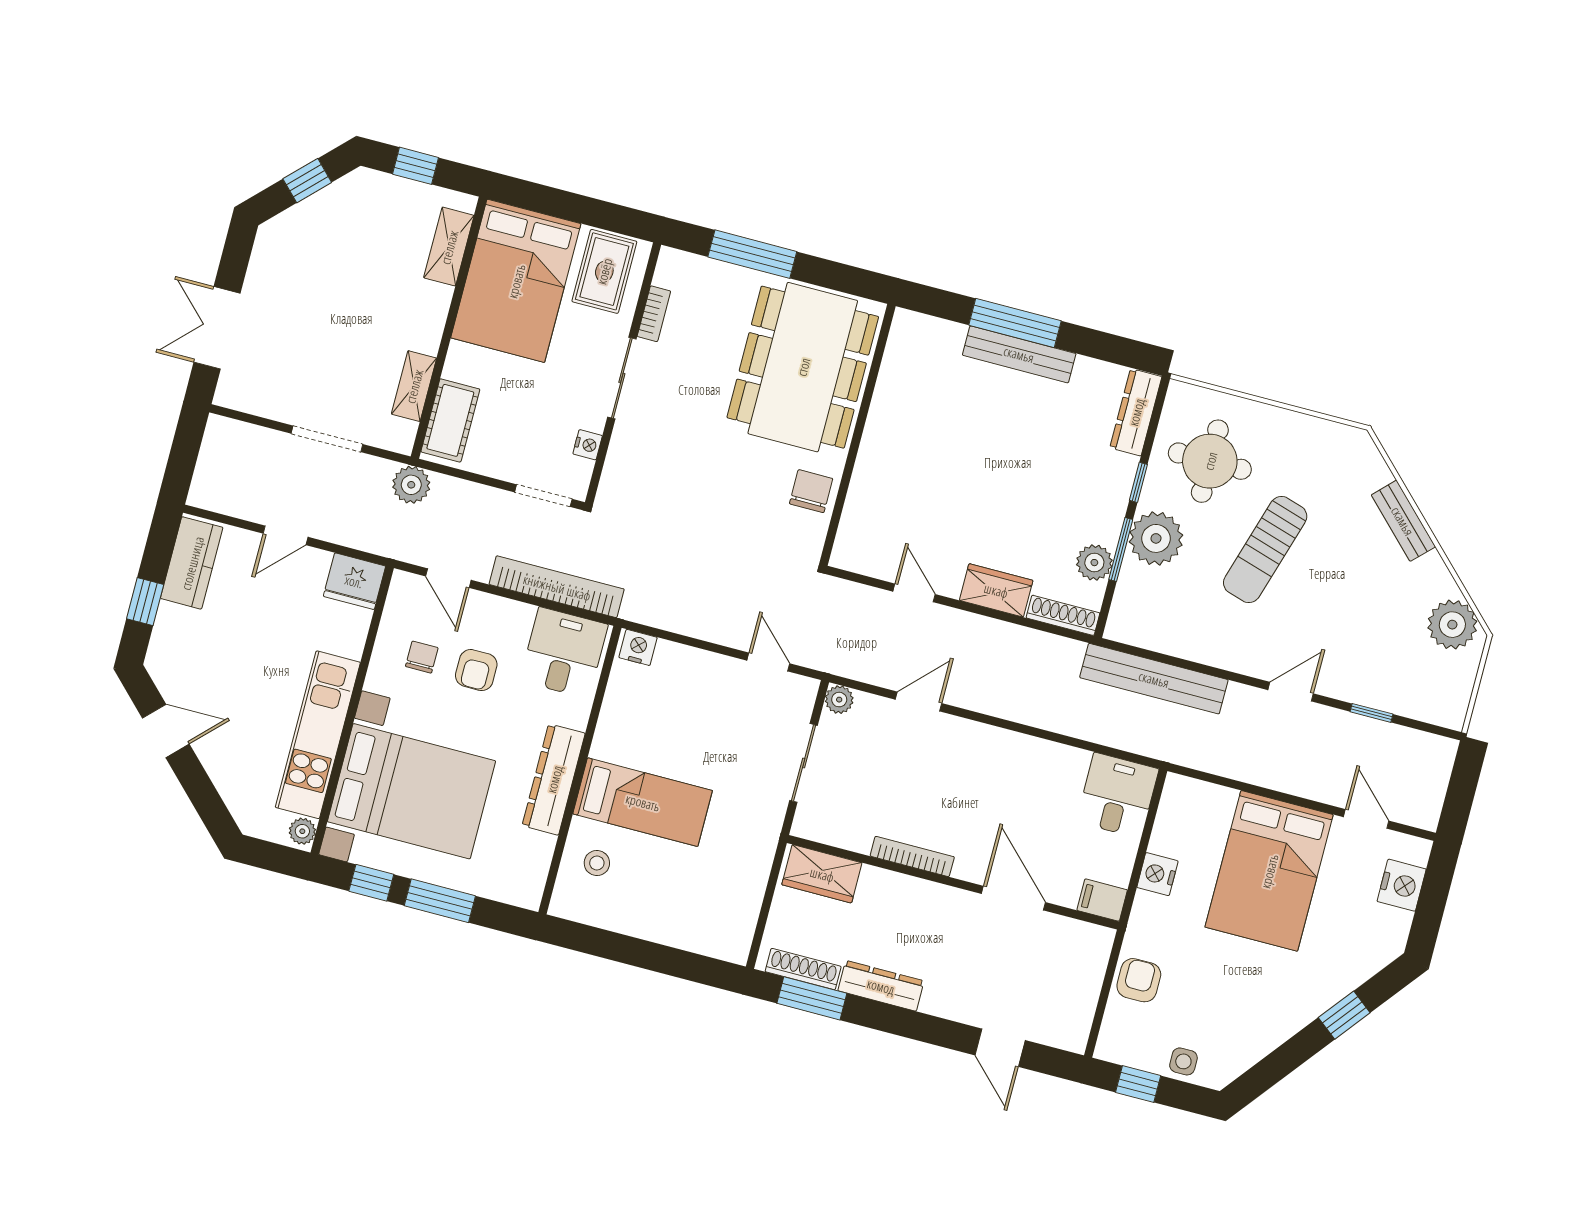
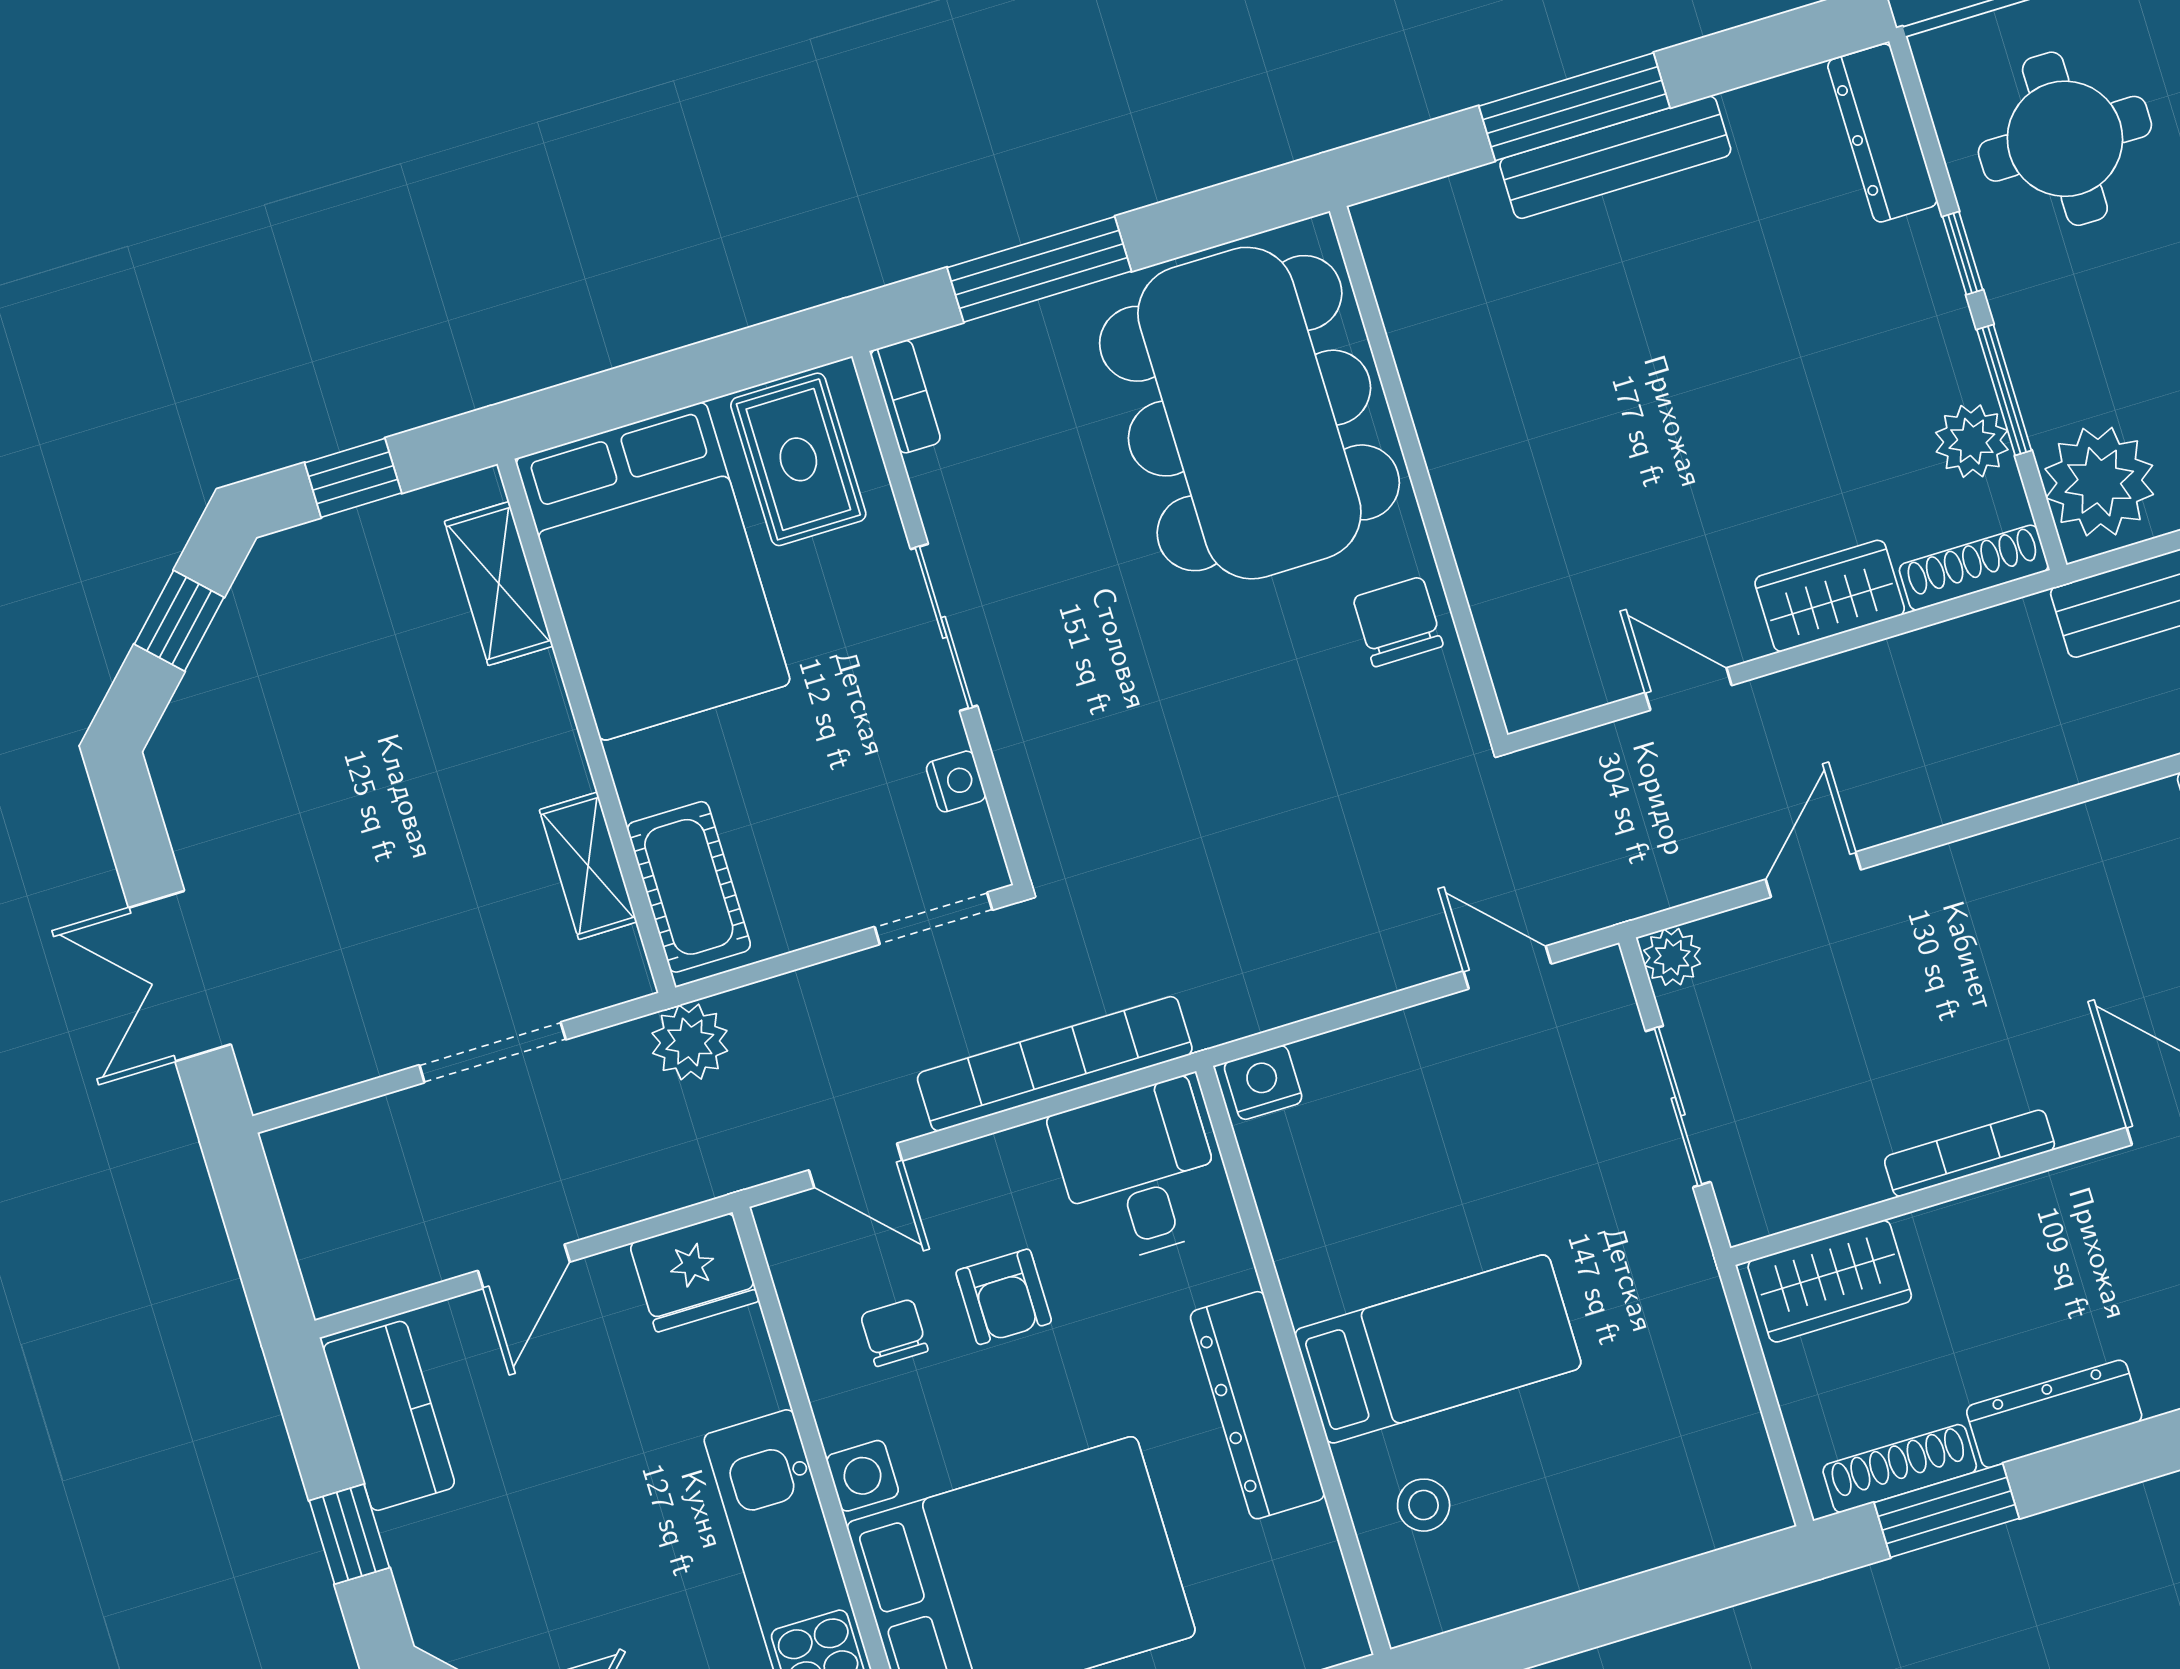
bookcase: (654, 314) -> (905, 397), moved
plant: (1156, 538) -> (2099, 482), moved

